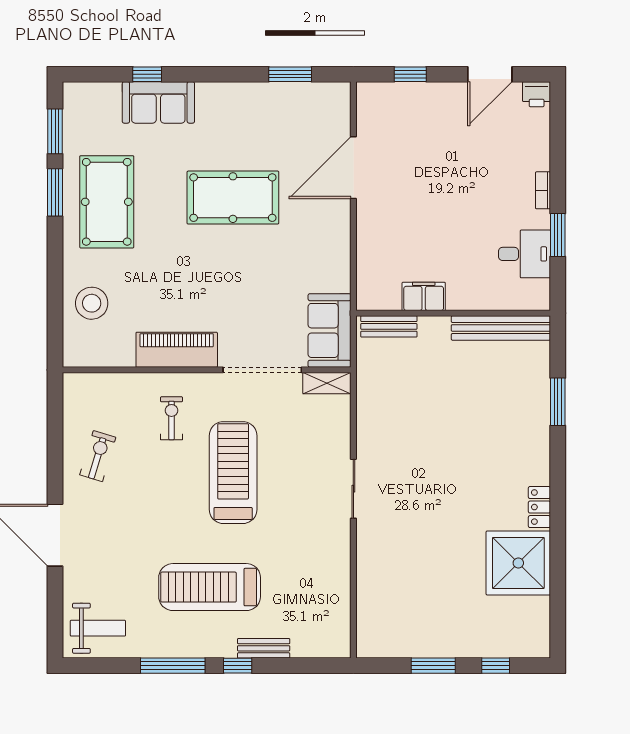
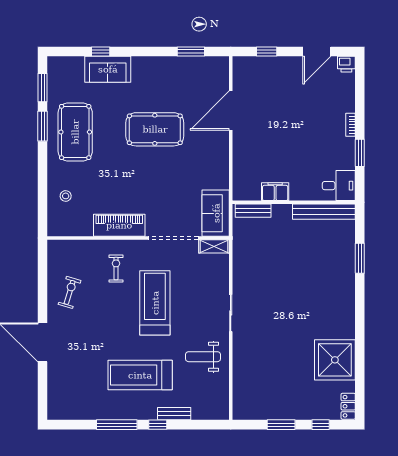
desk: (525, 254) -> (339, 186), moved
stool: (92, 303) -> (66, 196), width x0.53, depth x0.53
locker: (539, 507) -> (348, 406), moved
weight bench: (98, 628) -> (203, 357), moved, turned 180

